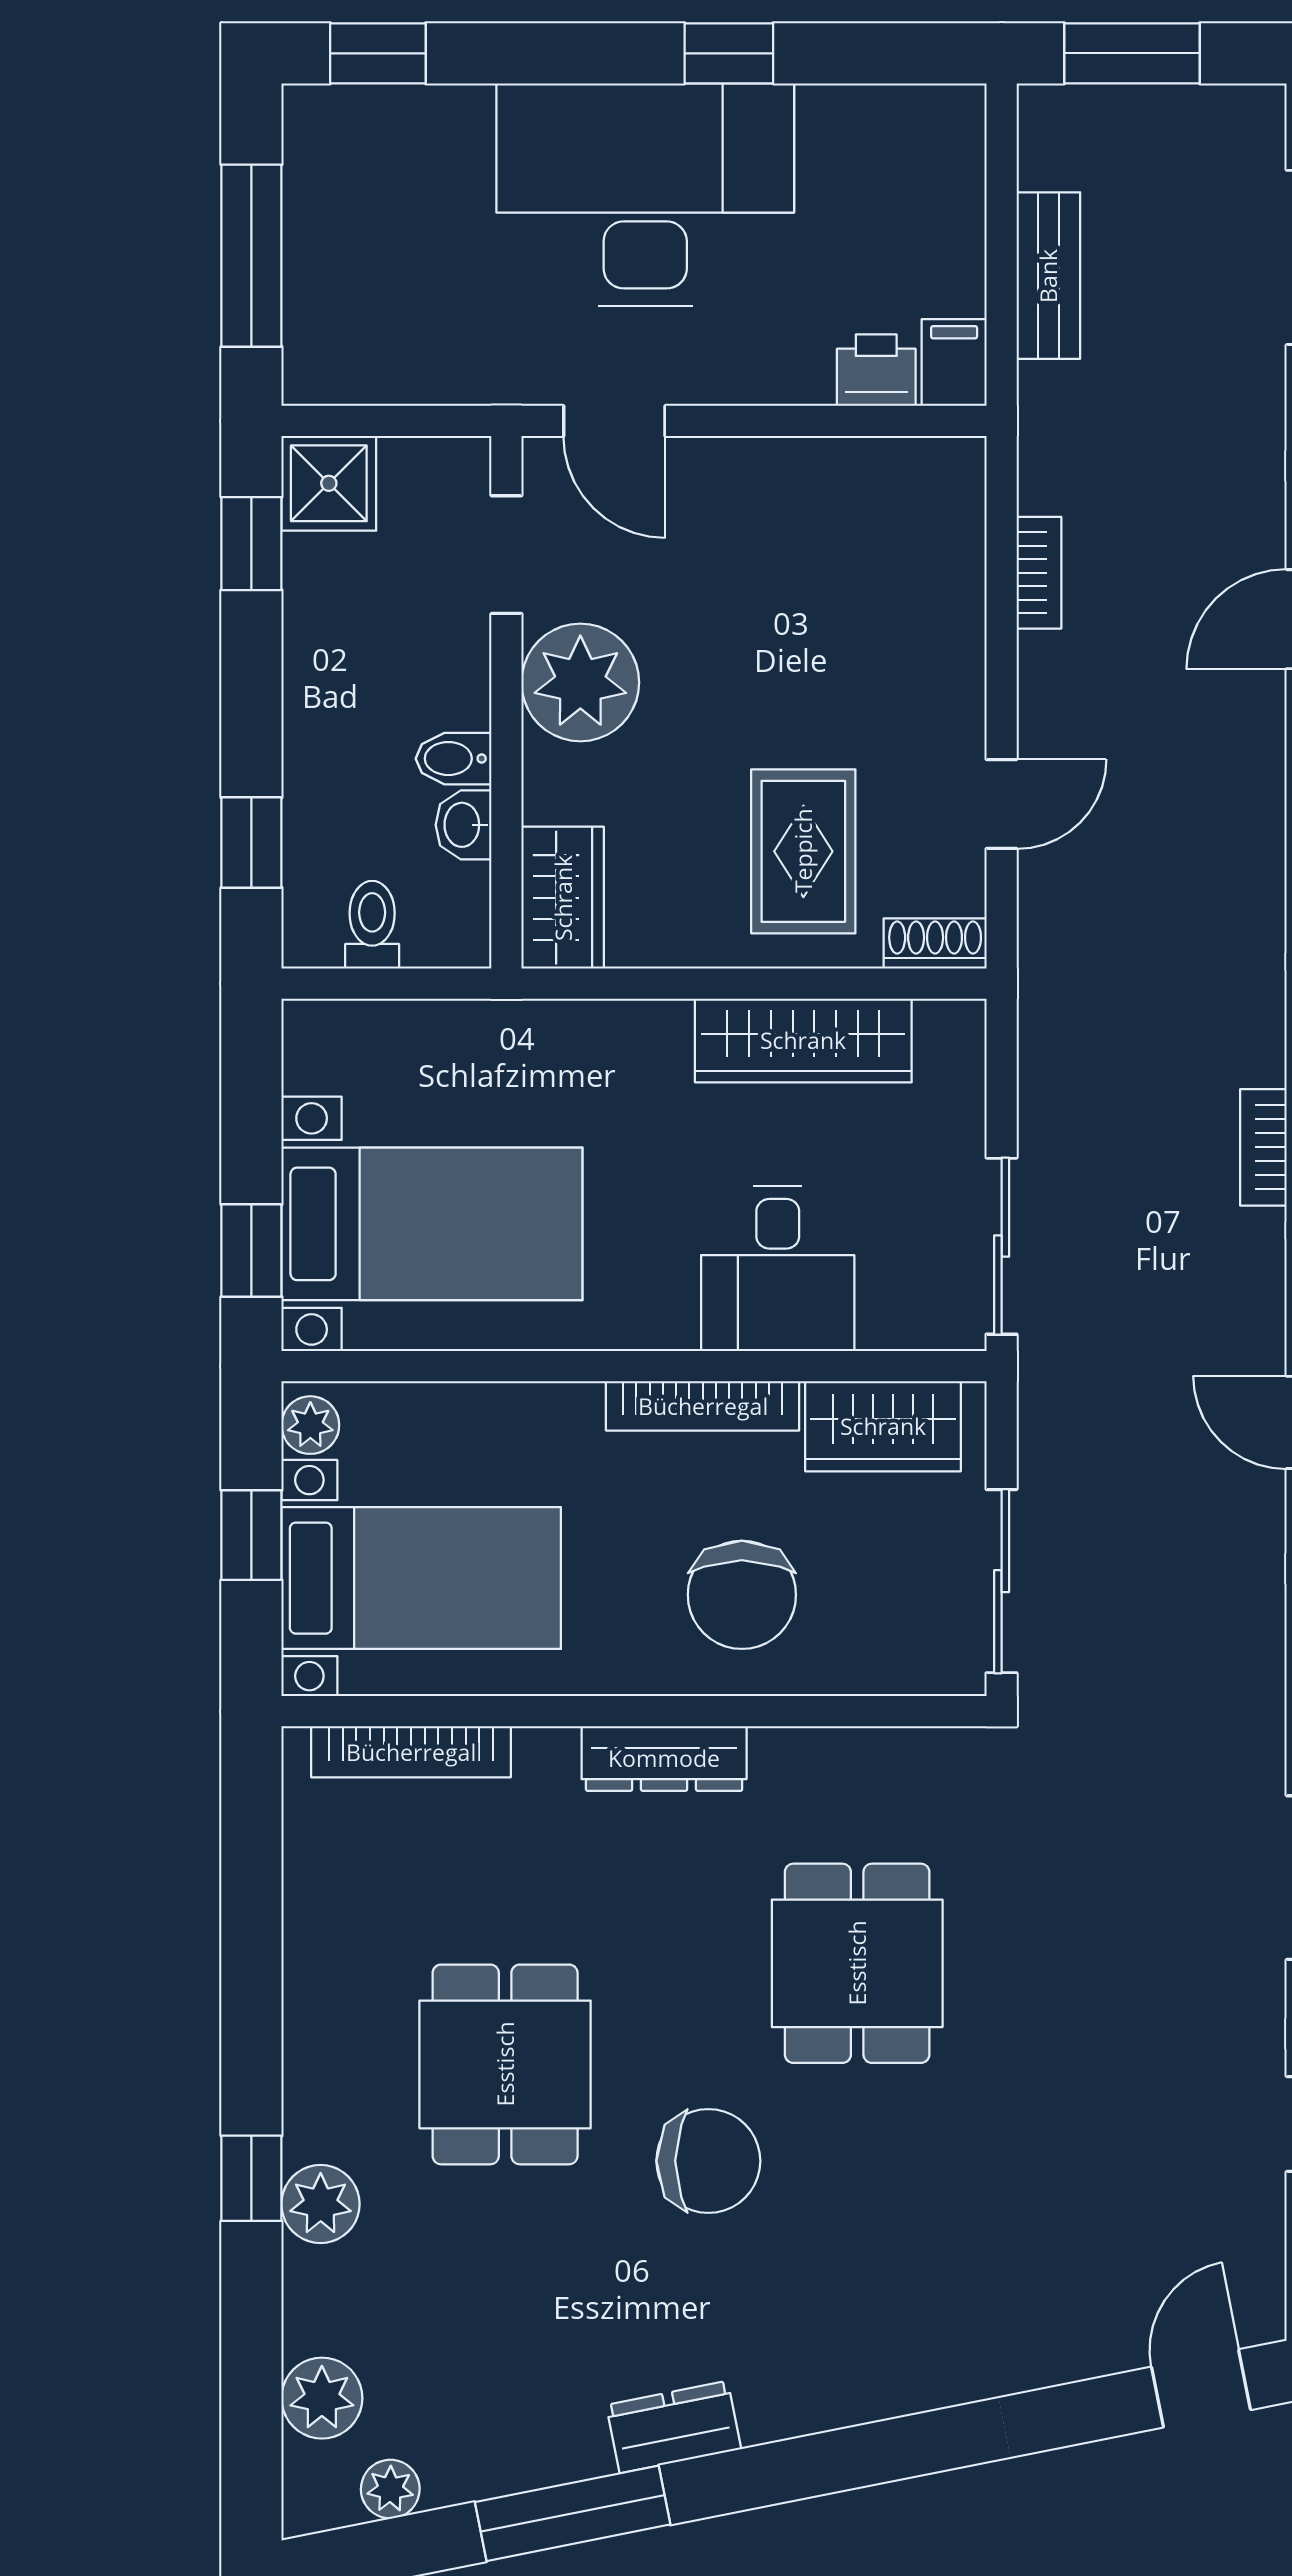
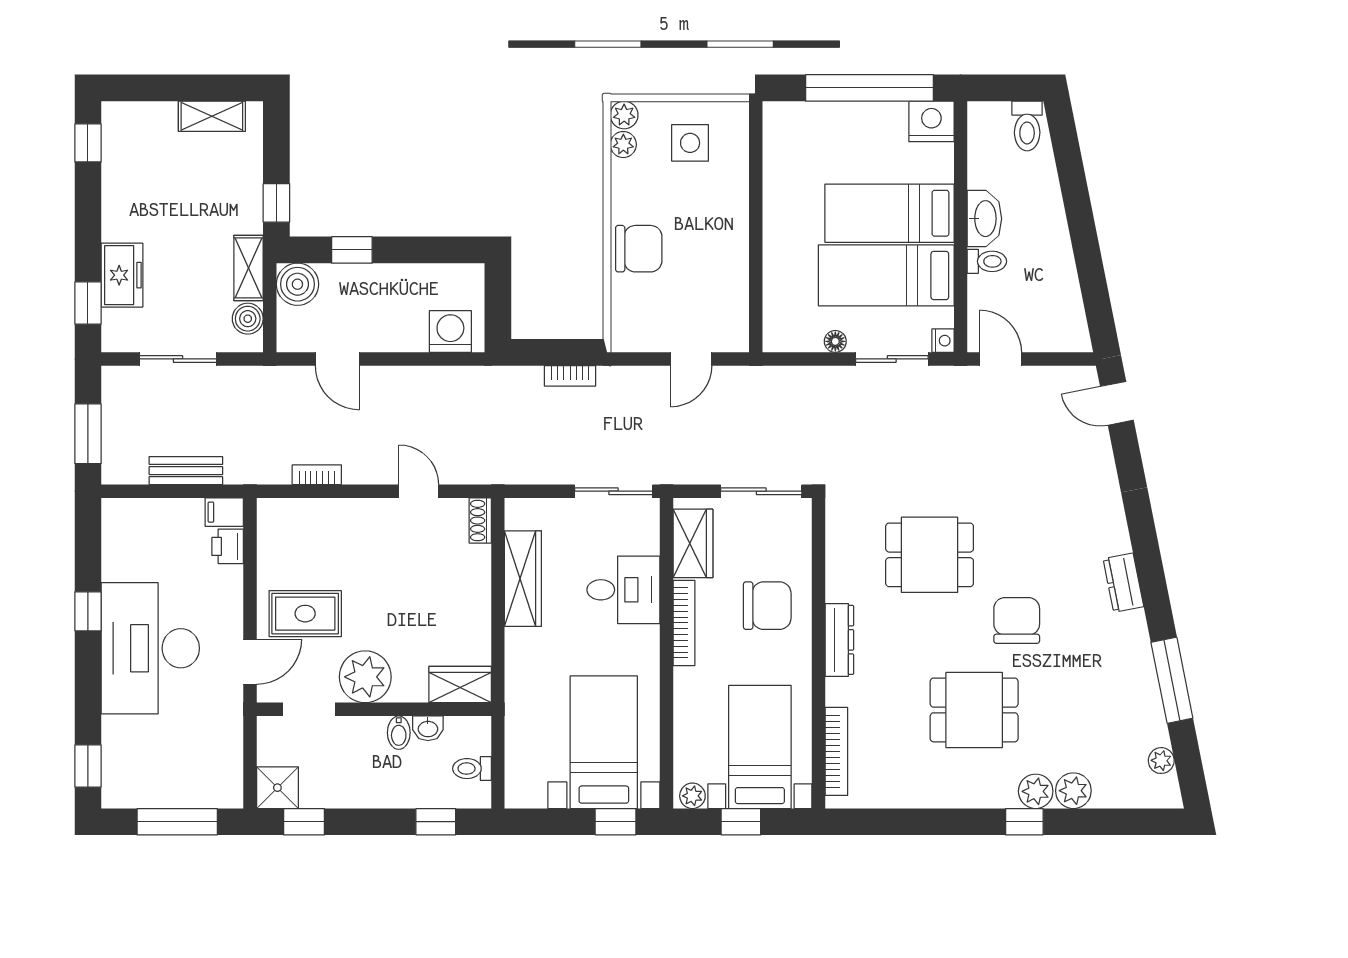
rug: (803, 851) -> (305, 614), moved
plant: (322, 2398) -> (1073, 791), moved
dresser: (674, 2427) -> (1123, 583), moved

